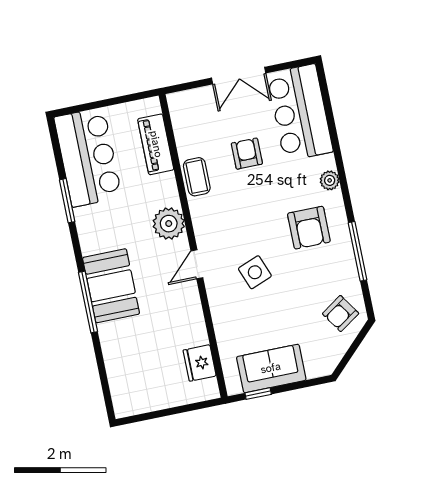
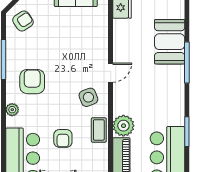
plant: (169, 224) -> (123, 126), moved
side table: (255, 272) -> (88, 97), moved
booth: (111, 286) -> (170, 42), moved

